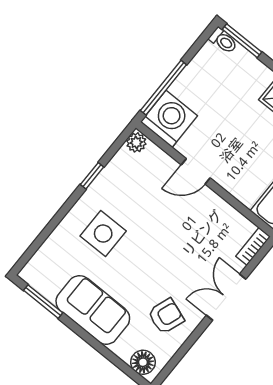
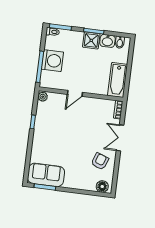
washing machine: (169, 119) -> (52, 61), moved, turned 90
side table: (103, 234) -> (52, 143), removed
sofa: (93, 310) -> (46, 175), moved

